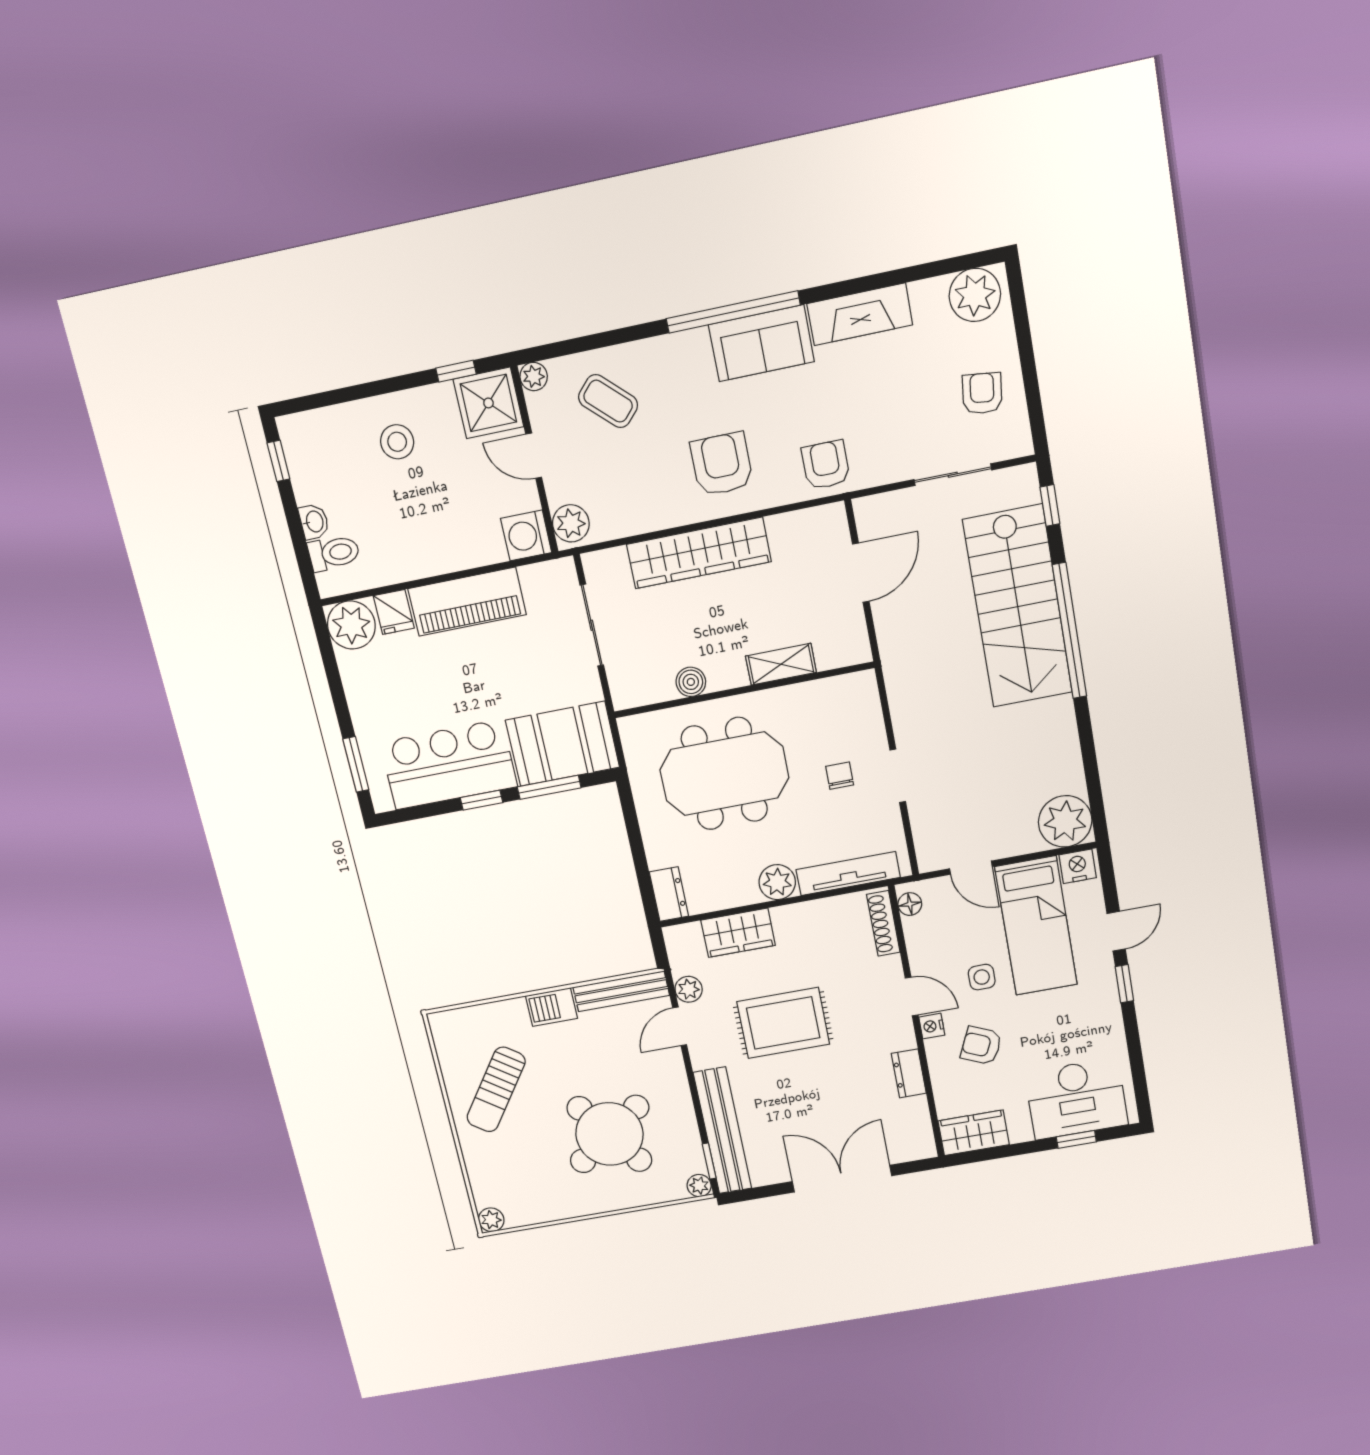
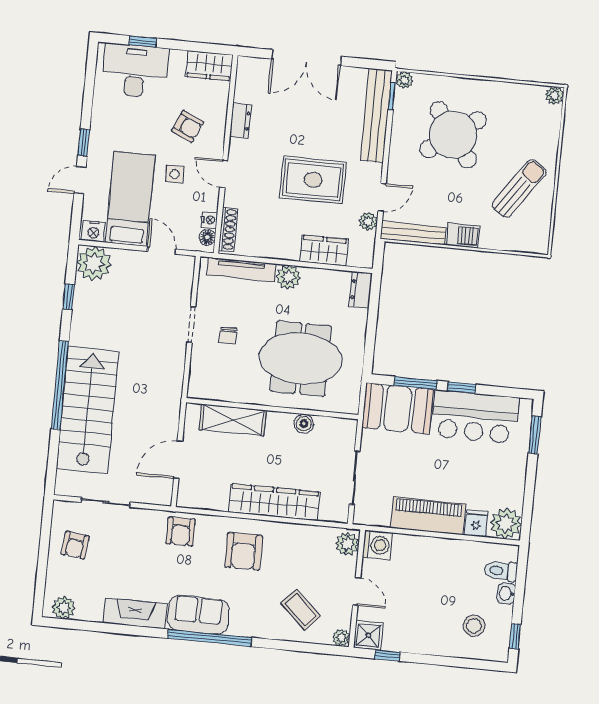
plant: (975, 295) -> (64, 608), width x0.73, depth x0.73
shower: (488, 403) -> (368, 635), width x0.73, depth x0.73
stool: (397, 442) -> (474, 626), moved
window: (1050, 505) -> (69, 297), moved
shelving: (781, 664) -> (233, 420), width x1.50, depth x1.33
nightstand: (932, 1026) -> (209, 220), moved

